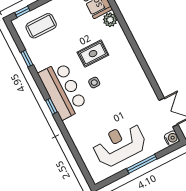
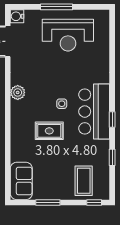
plant: (110, 20) -> (18, 92), moved
coffee table: (41, 26) -> (84, 181), turned 90
window: (51, 106) -> (112, 119), moved

